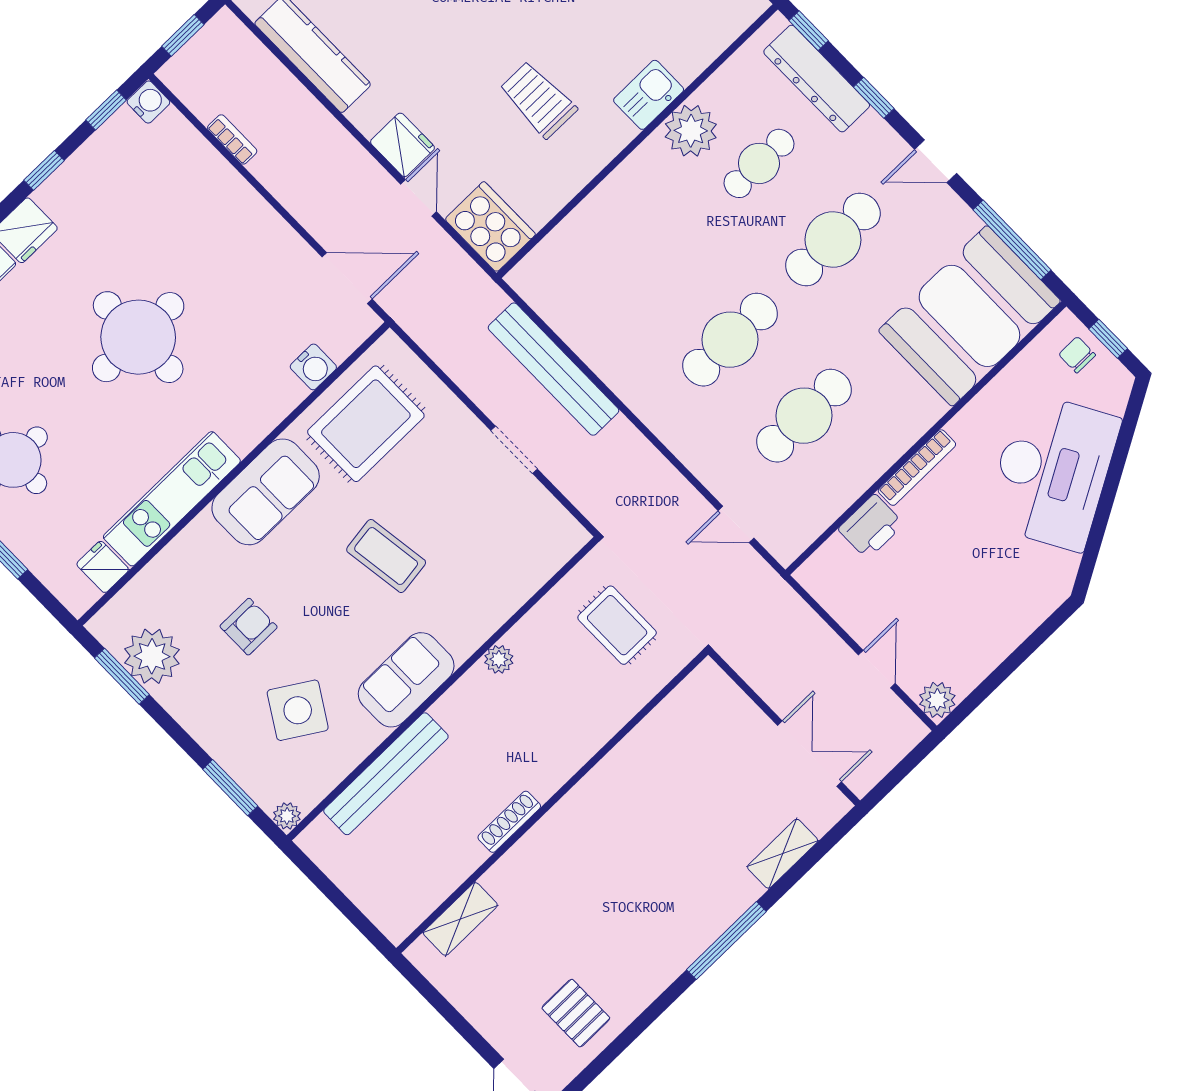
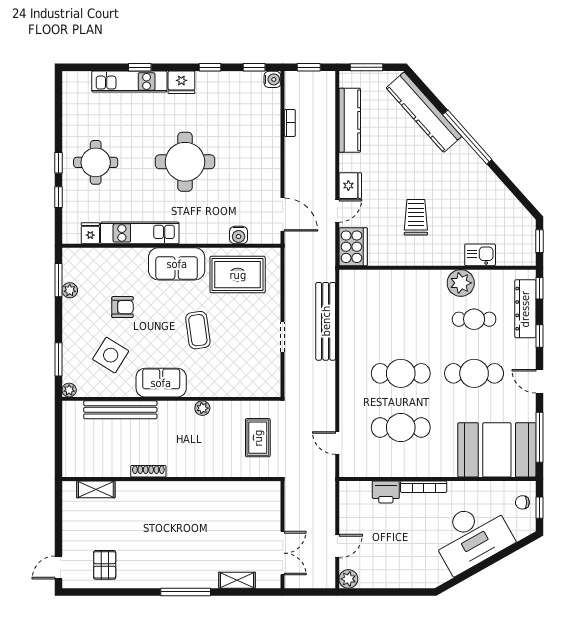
kitchen sink: (649, 95) -> (480, 255), moved
chair: (1077, 355) -> (522, 502), turned -90
plant: (152, 656) -> (70, 290), width x0.53, depth x0.53

